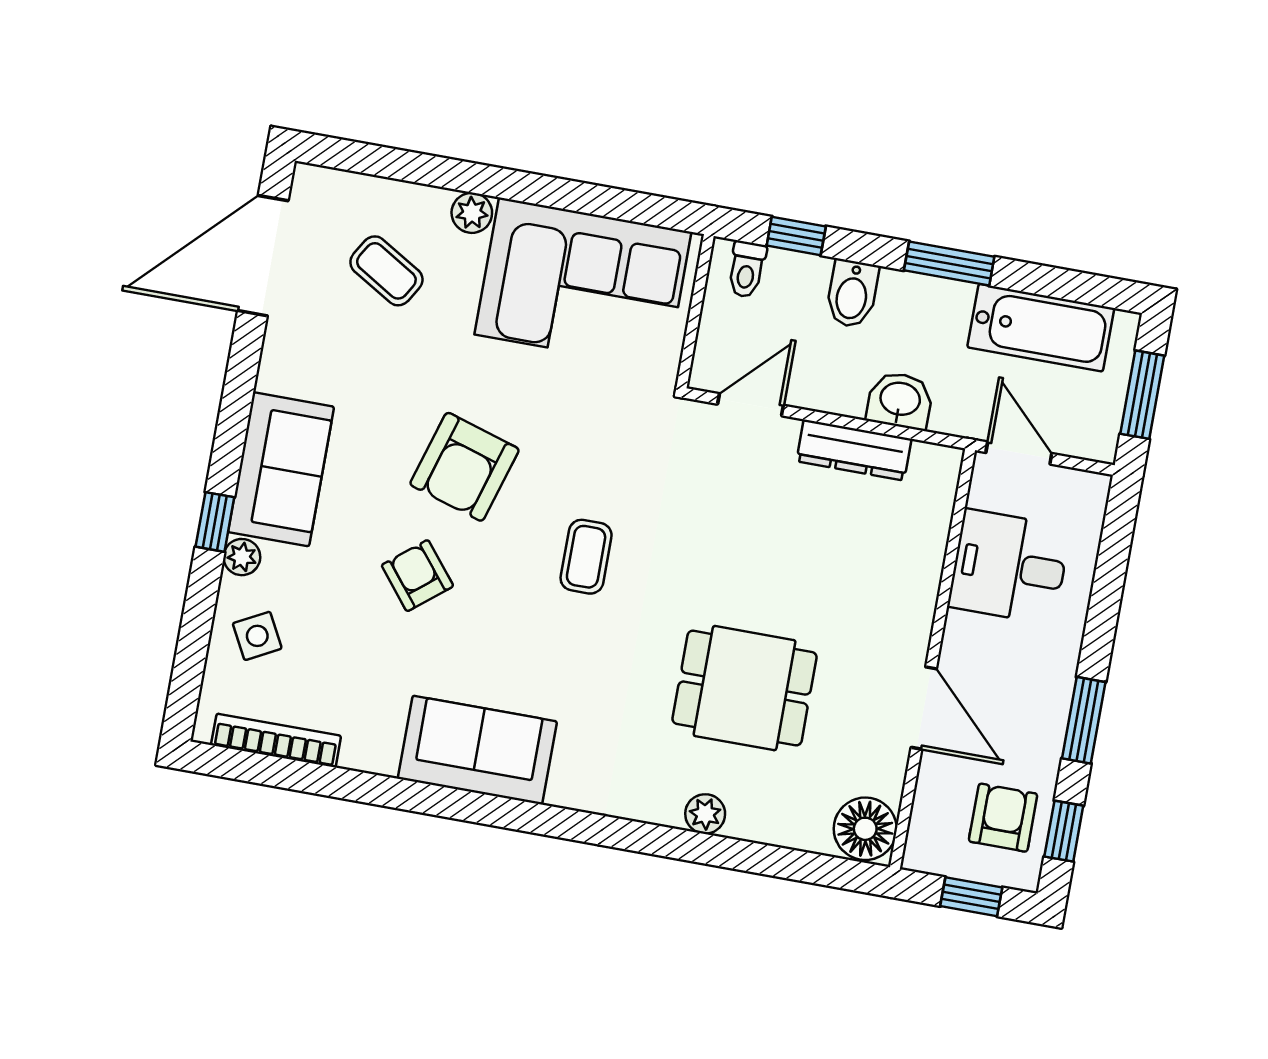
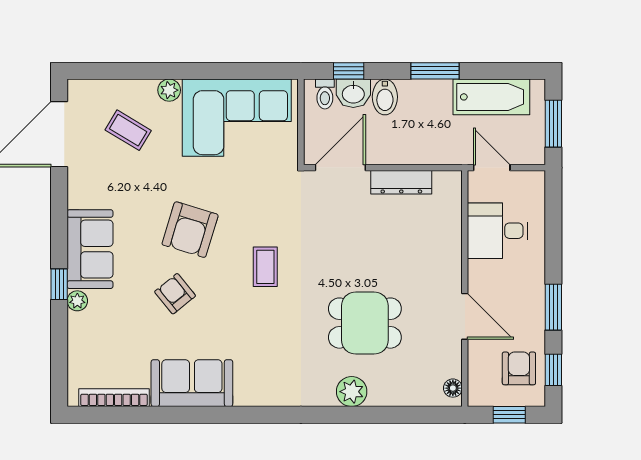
washbasin: (900, 400) -> (353, 93), moved, turned 180
door: (751, 405) -> (340, 168), width x1.38
side table: (257, 636) -> (93, 342), removed
sofa: (477, 750) -> (192, 383), moved
plant: (705, 814) -> (352, 392), width x1.38, depth x1.38
floor lamp: (865, 829) -> (453, 388), width x0.53, depth x0.53

